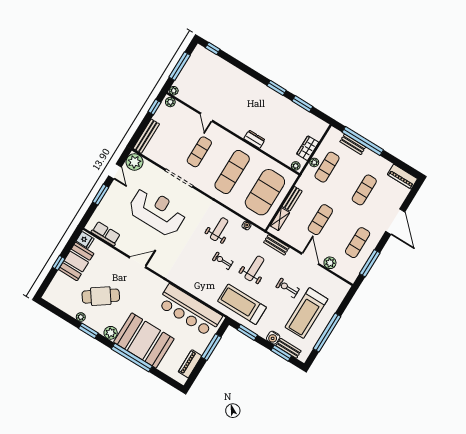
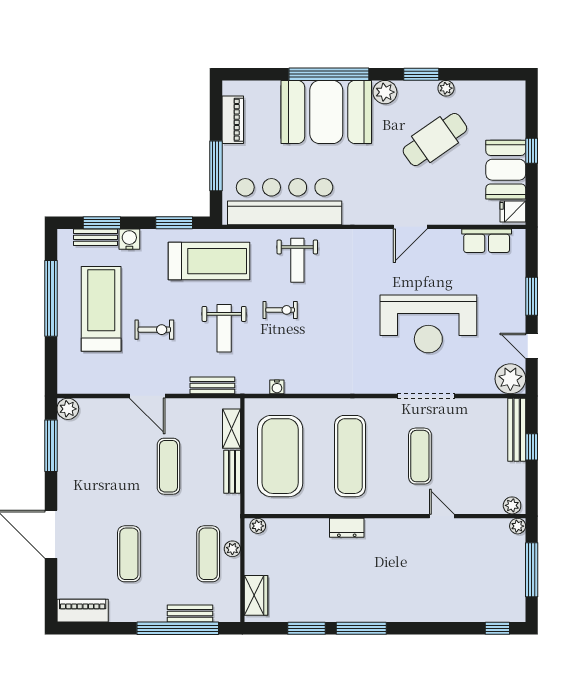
window: (277, 88) -> (361, 628), width x1.44
window: (155, 107) -> (532, 447), moved
wardrobe: (308, 148) -> (256, 595), moved
weight bench: (219, 229) -> (297, 260), moved
exercise mat: (358, 243) -> (89, 466), removed
plant: (330, 263) -> (68, 409), moved

